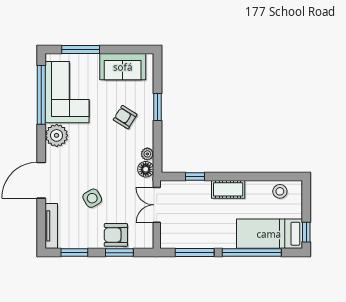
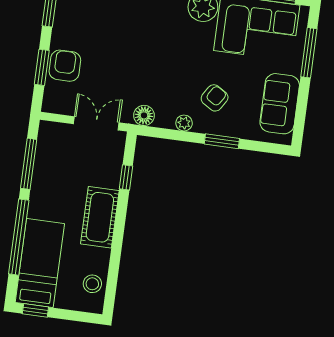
plant: (147, 154) -> (184, 123), moved
cot: (228, 189) -> (100, 217), width x1.37, depth x1.34
side table: (92, 198) -> (116, 42), removed

